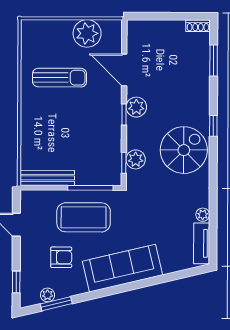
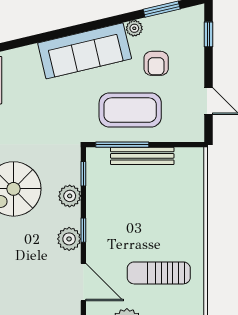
plant: (136, 159) -> (70, 196), moved
bench: (47, 178) -> (142, 156), moved
armchair: (61, 257) -> (156, 63), turned -90
plant: (48, 295) -> (134, 28), moved

